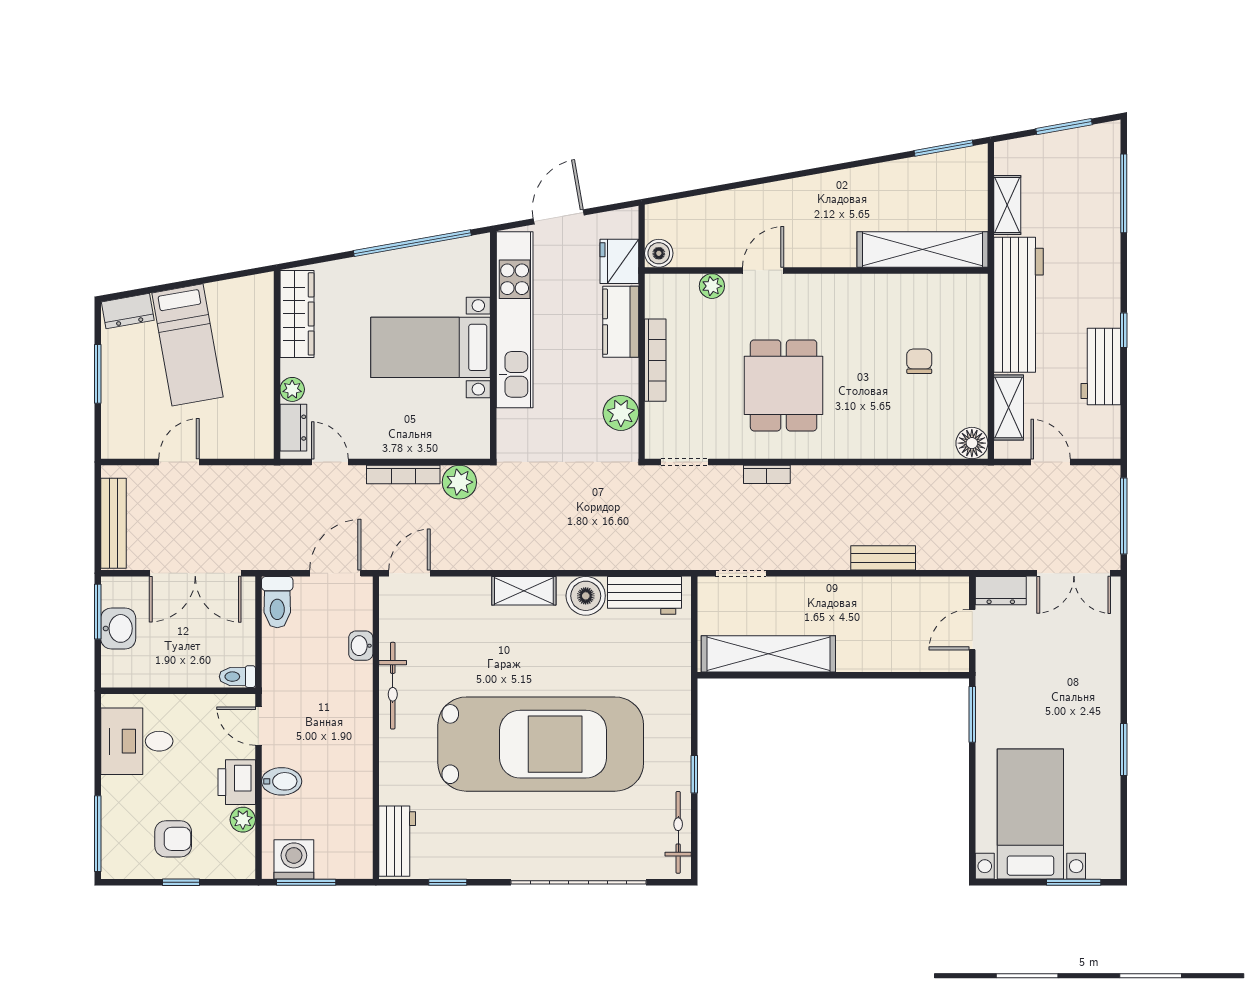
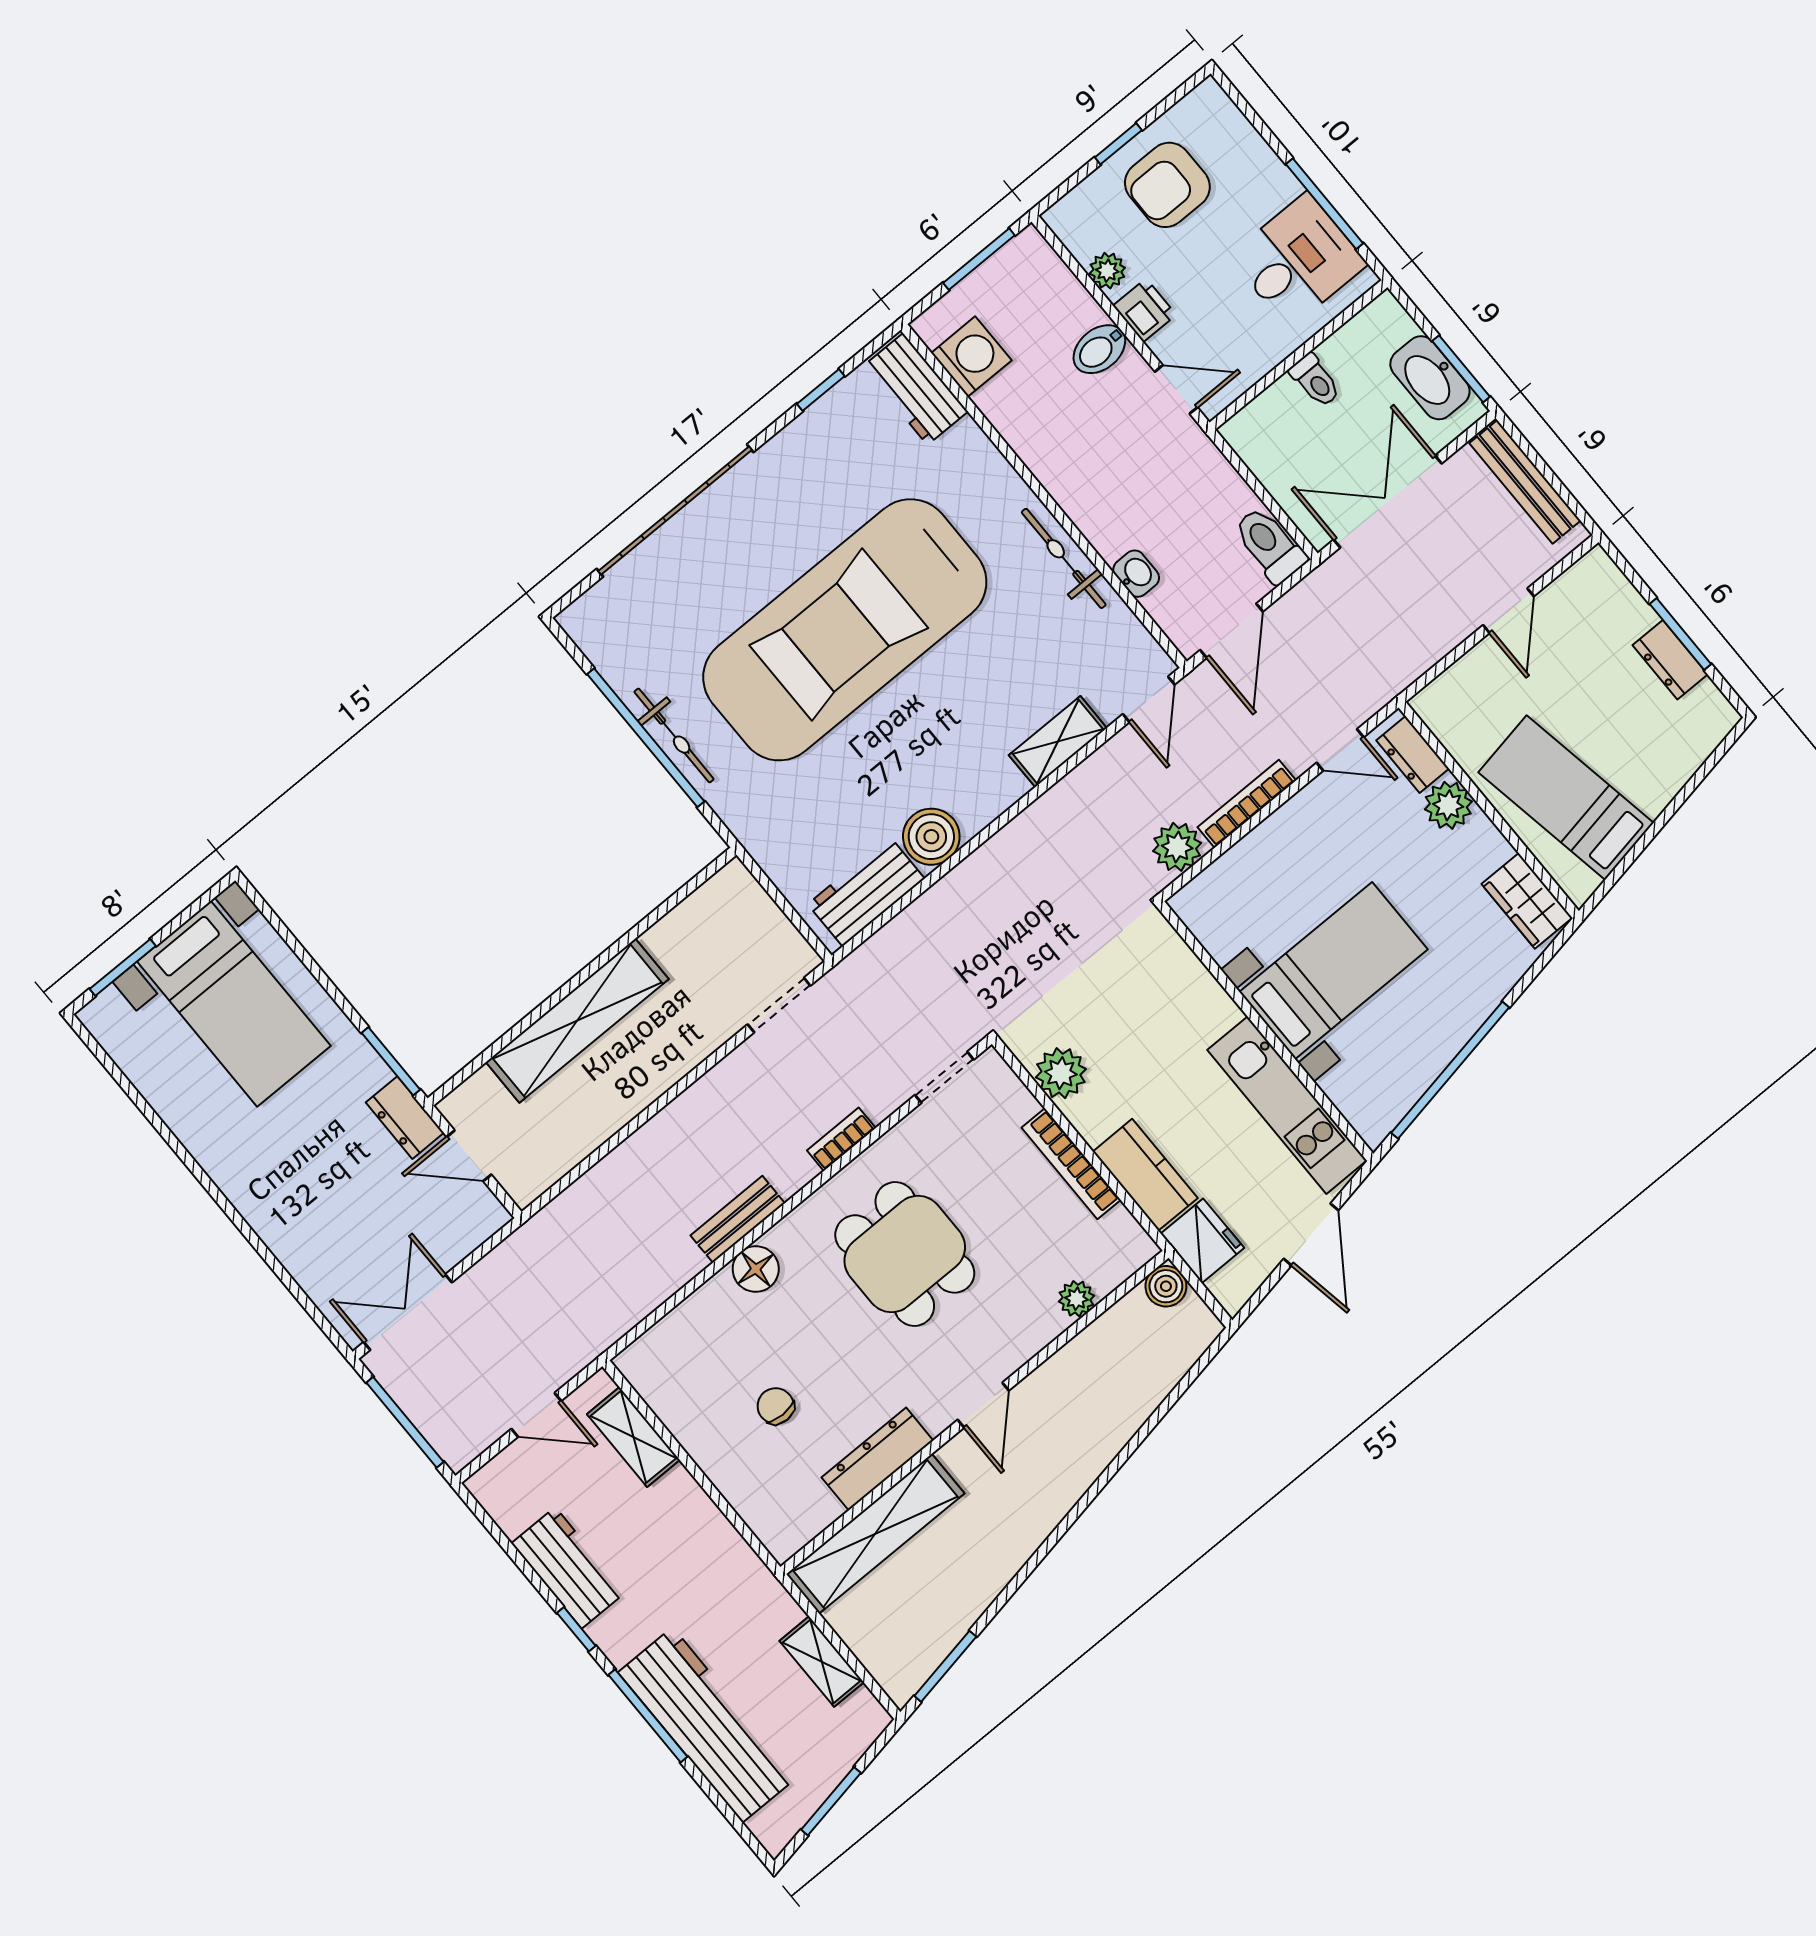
window: (1124, 193) -> (648, 1716), moved
door: (763, 270) -> (983, 1405), moved
dresser: (888, 288) -> (877, 1459), added
workbench: (1019, 305) -> (707, 1725), moved, turned 180
dresser: (128, 311) -> (1670, 660), moved, turned -80
wardrobe: (297, 314) -> (1527, 901), width x0.67
kitchen unit: (515, 320) -> (1287, 1105), width x0.73
bed: (187, 345) -> (1566, 798), moved
chair: (919, 361) -> (776, 1406), turned 180
plant: (292, 389) -> (1448, 805), width x1.38, depth x1.38
floor lamp: (972, 443) -> (756, 1269), moved
bench: (883, 558) -> (738, 1219), moved
shelving: (524, 591) -> (1058, 742), moved
dresser: (1001, 591) -> (405, 1118), moved, turned -90
washbasin: (118, 628) -> (1430, 378), width x1.38
door: (972, 630) -> (469, 1156), swing flipped
shelving: (768, 654) -> (577, 1021), moved
toilet: (237, 677) -> (1315, 380), moved, turned 90
window: (1124, 749) -> (190, 1162), removed
window: (694, 774) -> (646, 738), width x3.17
printer: (237, 782) -> (1145, 310), width x0.73, depth x0.81
bicycle: (678, 832) -> (674, 735), moved
window: (98, 834) -> (1324, 204), moved
armchair: (173, 839) -> (1167, 185), width x1.38, depth x1.38
washing machine: (294, 859) -> (971, 357), moved, turned -90

